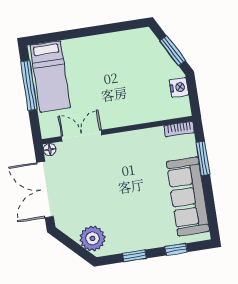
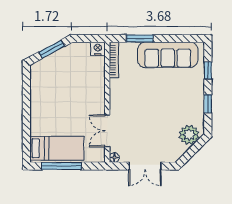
nightstand: (179, 87) -> (98, 49), moved
bookcase: (179, 129) -> (114, 60), width x1.56
double door: (45, 190) -> (145, 166), width x0.73

